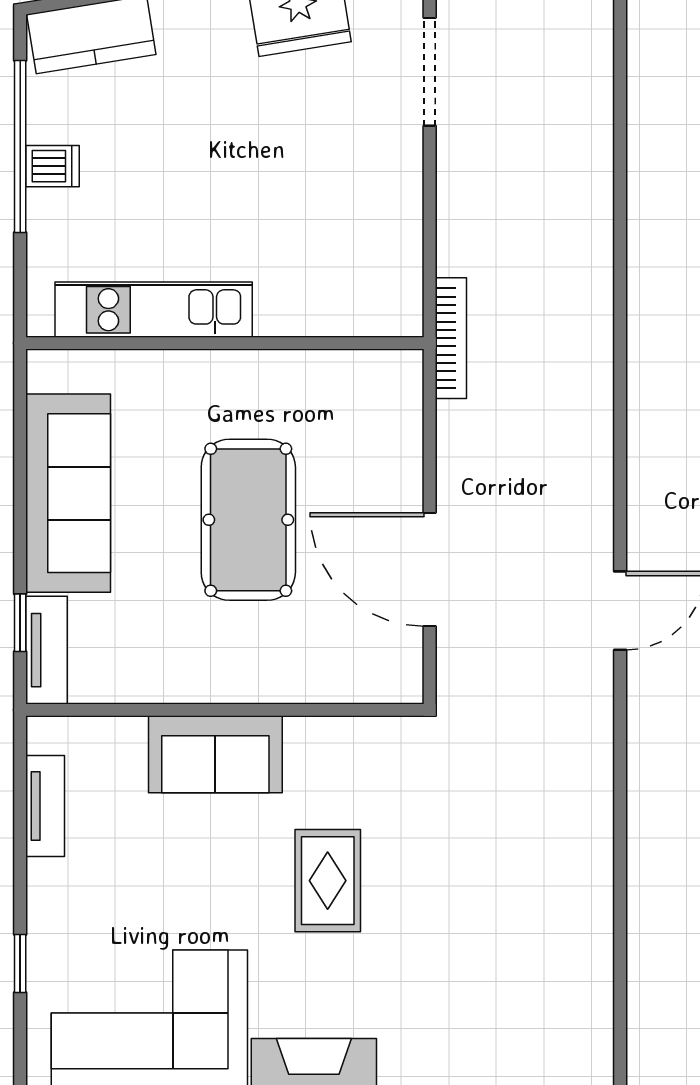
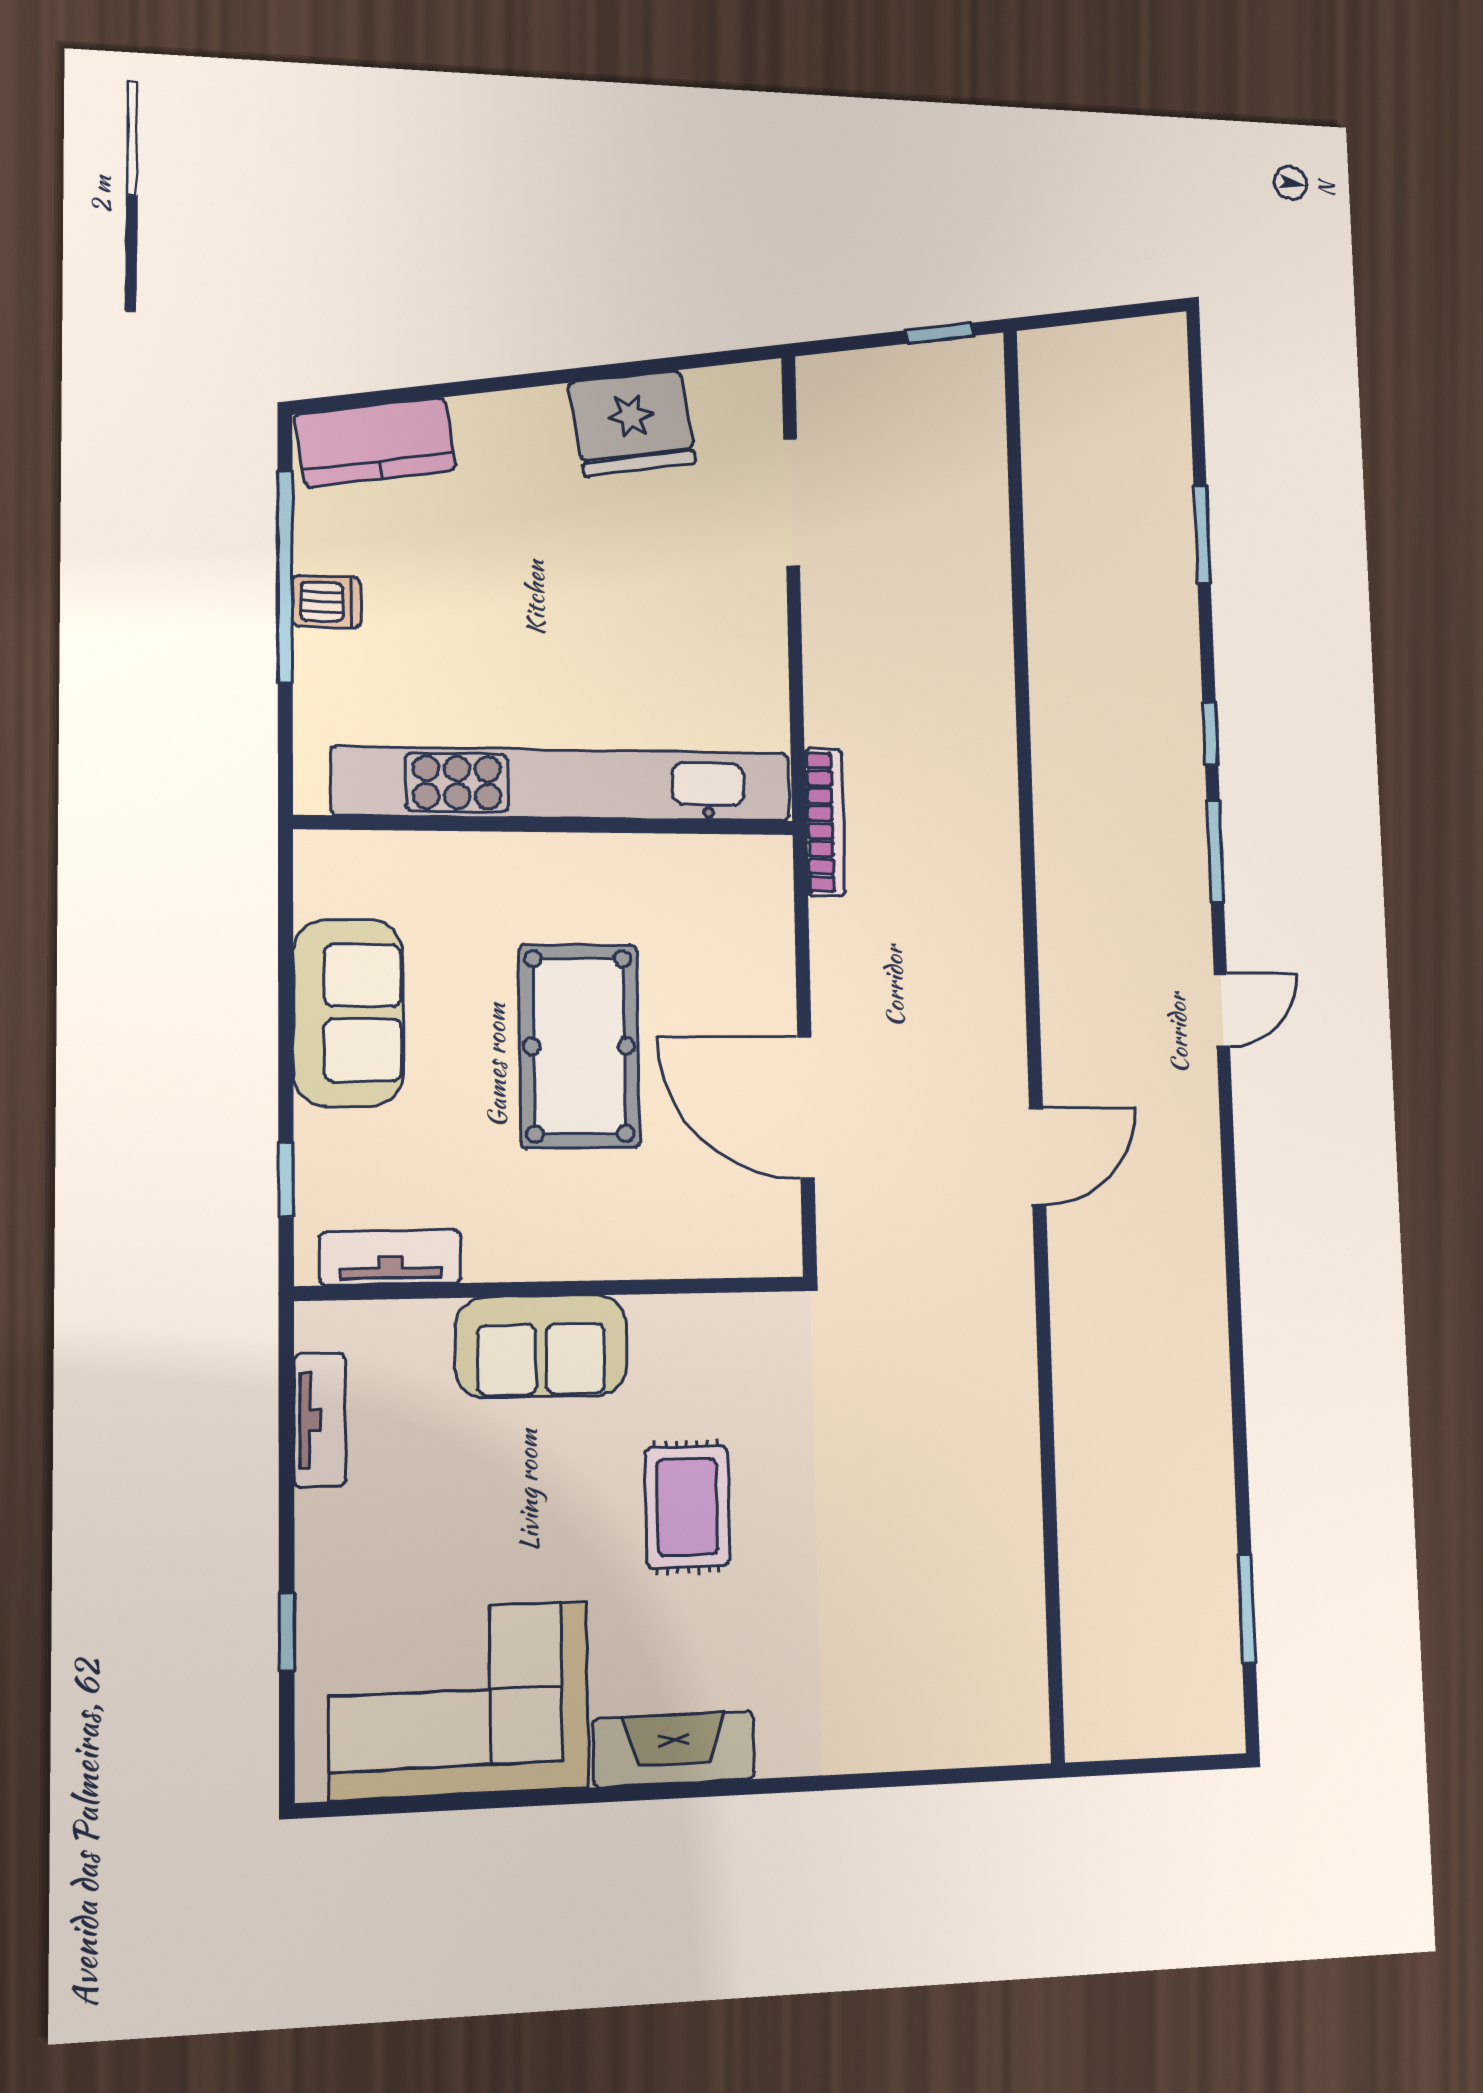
kitchen unit: (154, 310) -> (563, 784), width x1.86
sofa: (68, 493) -> (348, 1013), width x0.73
tv unit: (46, 650) -> (391, 1258), moved, turned -90

